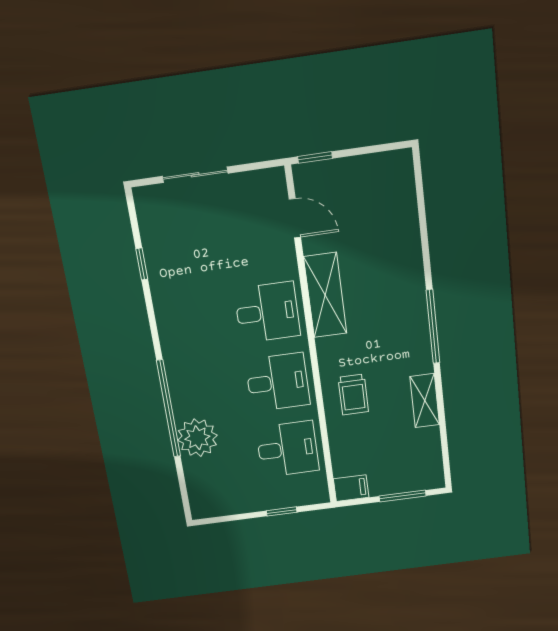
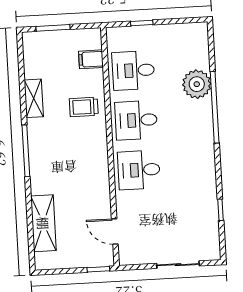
shelving: (325, 295) -> (43, 223), moved
trolley: (353, 395) -> (84, 107), turned -90
filing cabinet: (351, 488) -> (91, 59), moved

